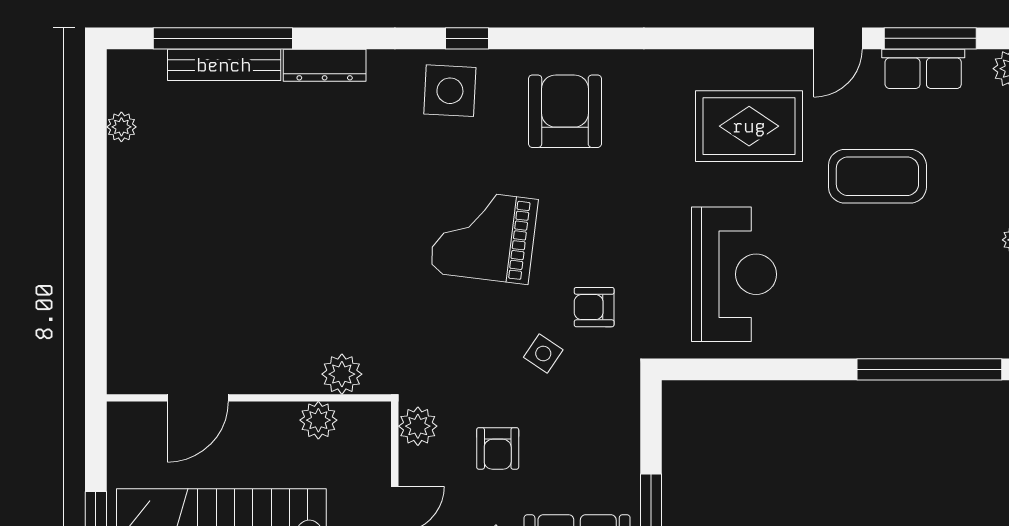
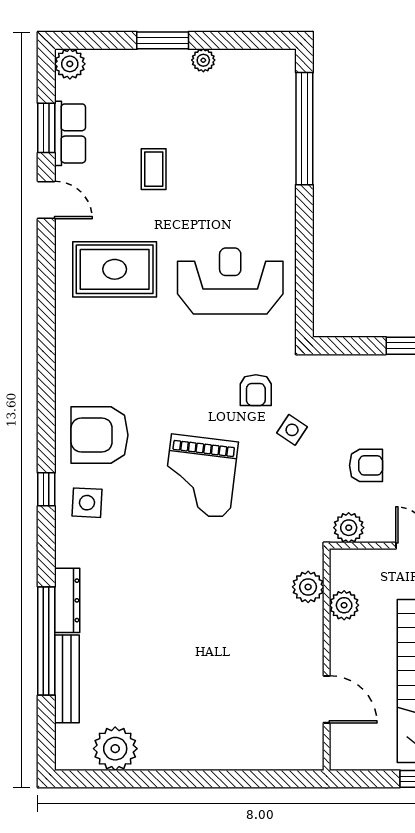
window: (223, 38) -> (46, 641), moved
window: (930, 38) -> (46, 128), width x0.69
side table: (450, 91) -> (87, 503), width x0.73, depth x0.73
armchair: (565, 111) -> (100, 435), moved
rug: (749, 126) -> (115, 269), turned 90
plant: (121, 127) -> (115, 749), width x1.87, depth x1.87
coffee table: (877, 176) -> (154, 169), width x0.54, depth x0.58

